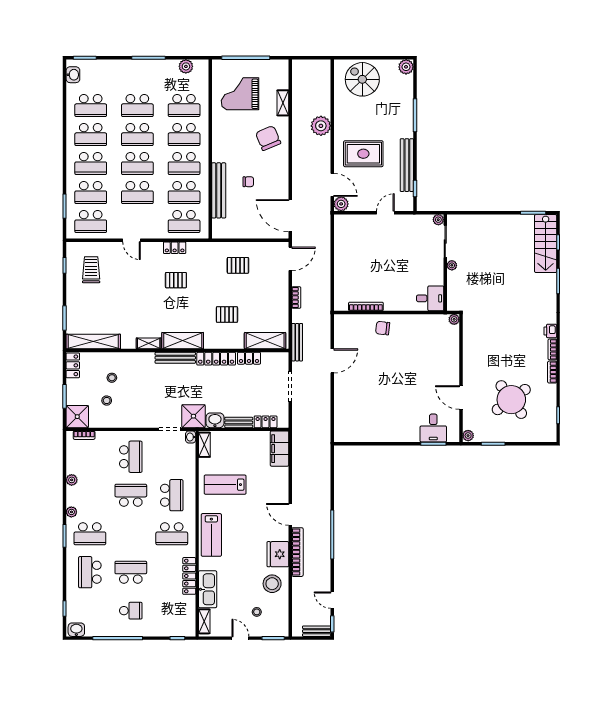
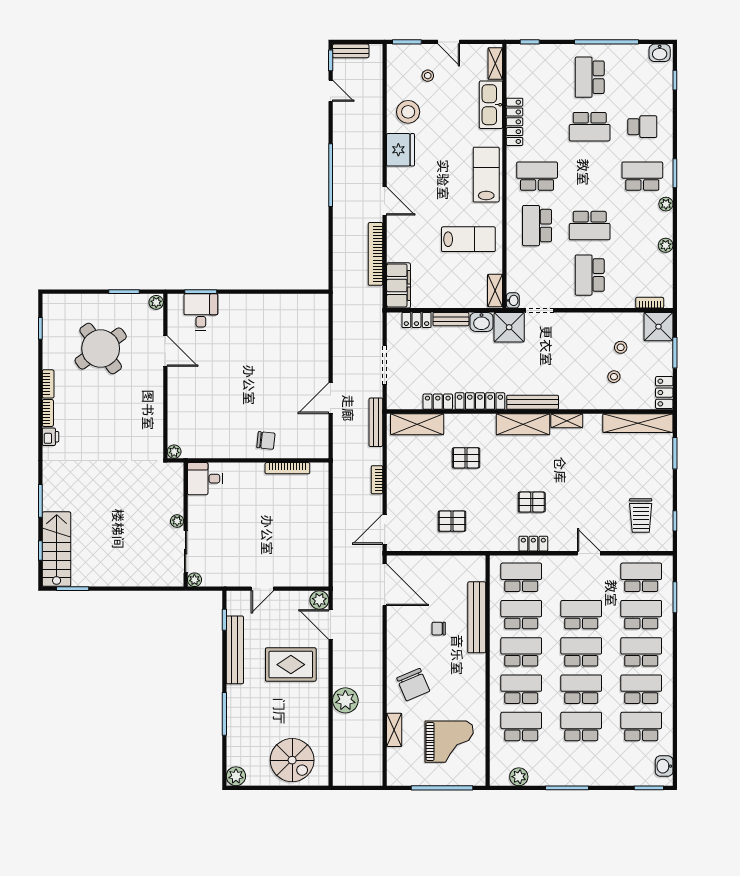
bookcase: (297, 552) -> (375, 254), moved
school desk: (90, 572) -> (642, 127), width x0.54
school desk: (131, 611) -> (590, 77), width x1.85

